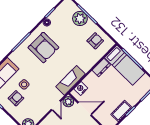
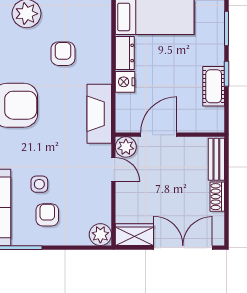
armchair: (95, 41) -> (63, 54), moved
nightstand: (81, 89) -> (125, 82), moved

